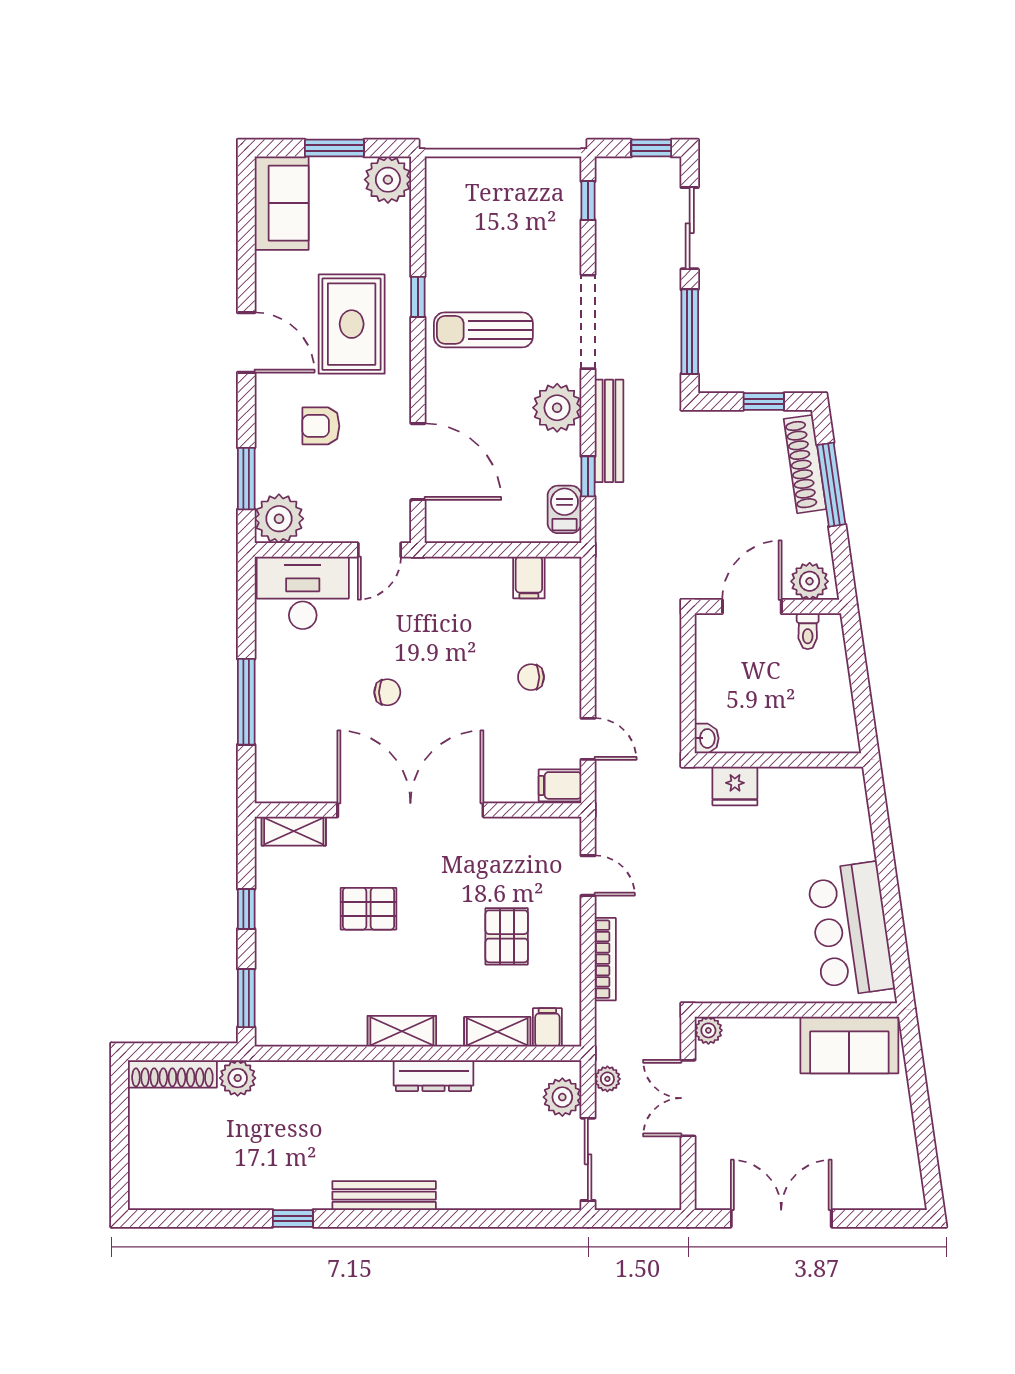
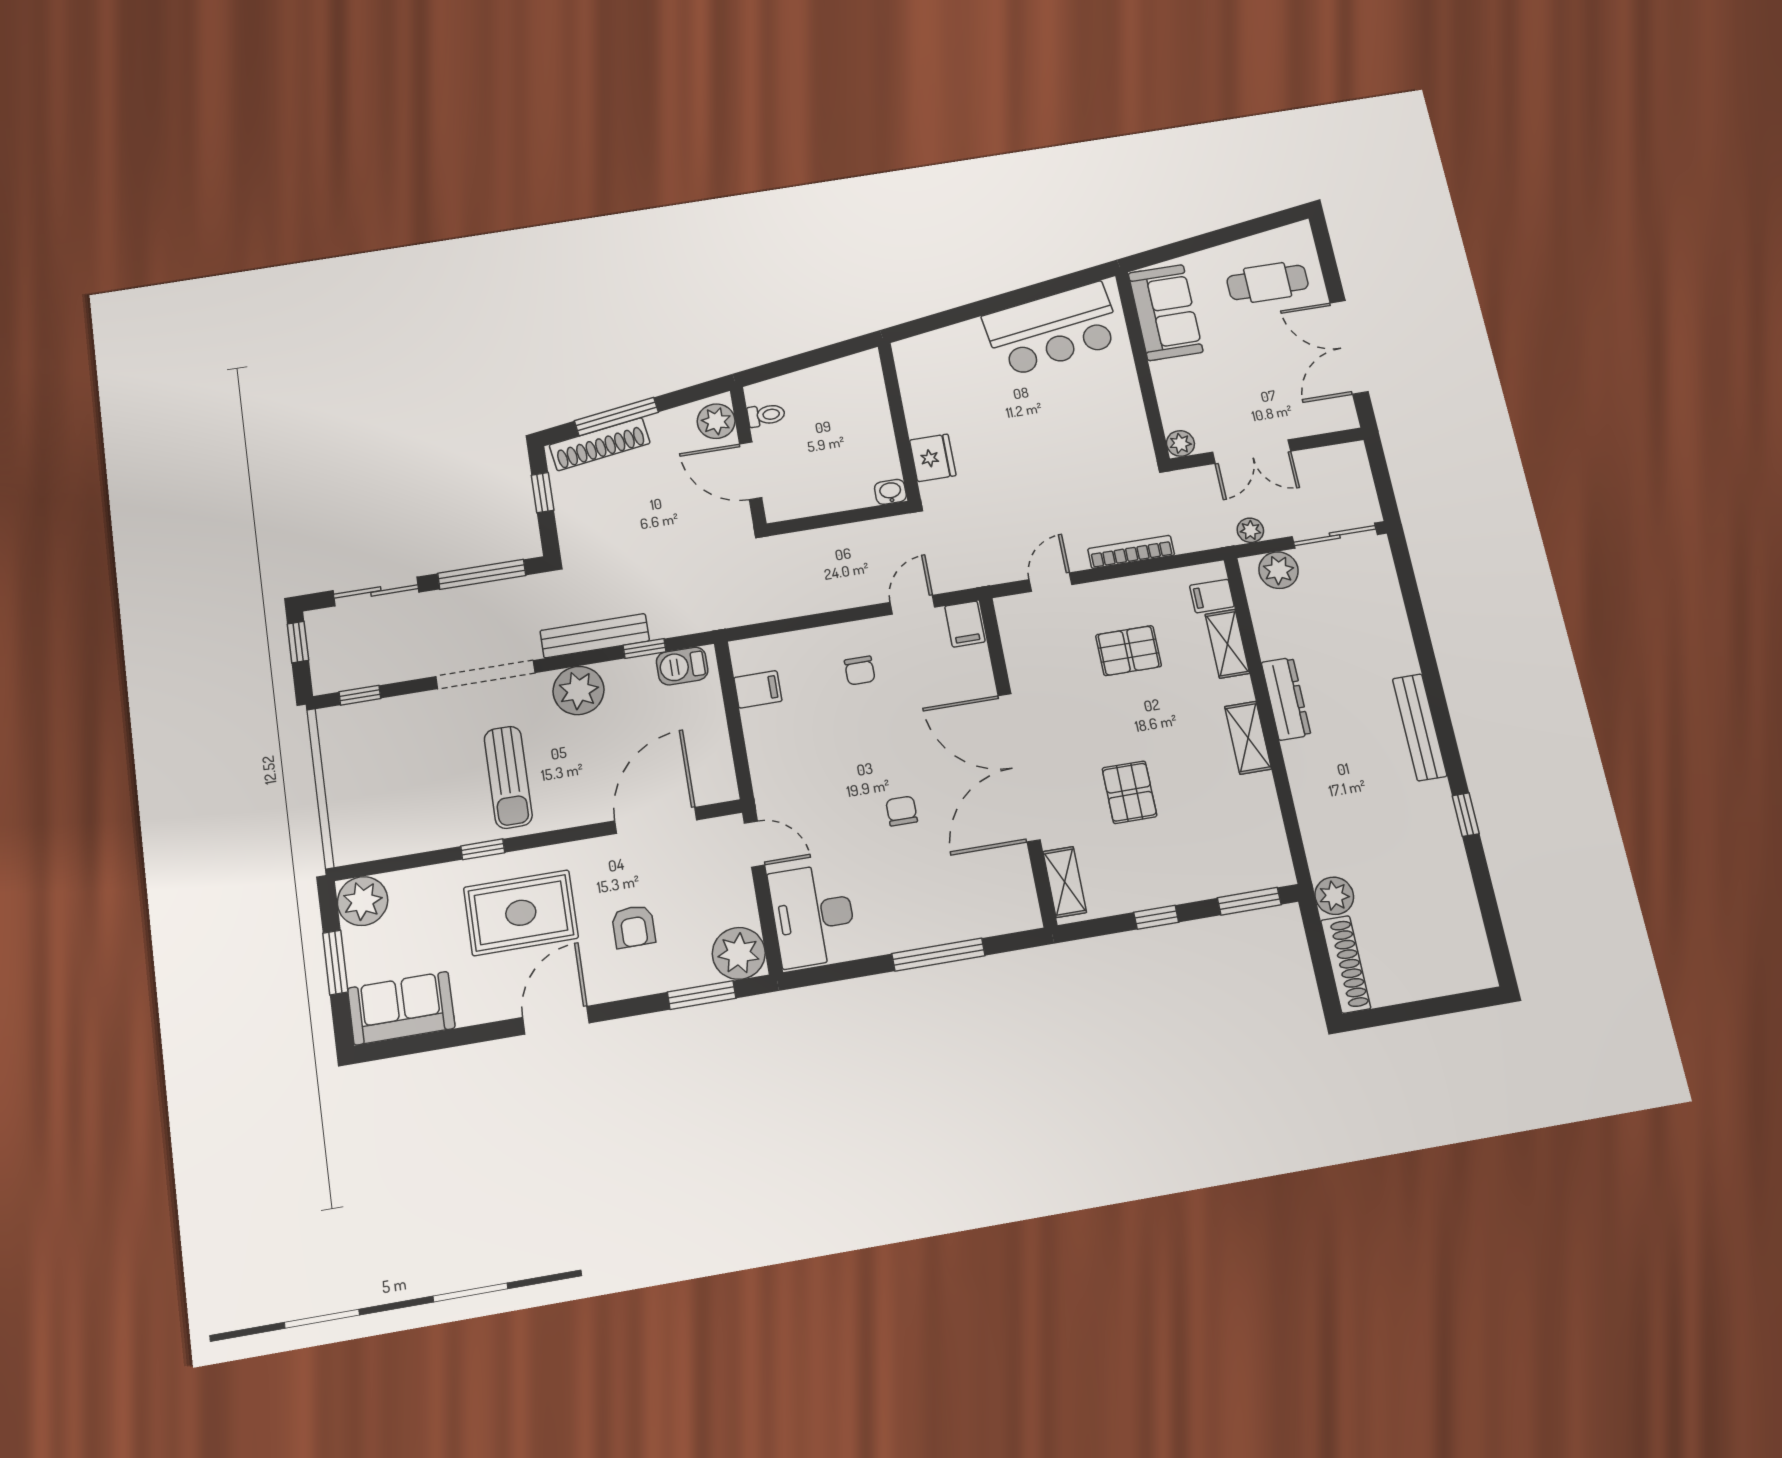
cafe table: (864, 1153) -> (1268, 282), added

